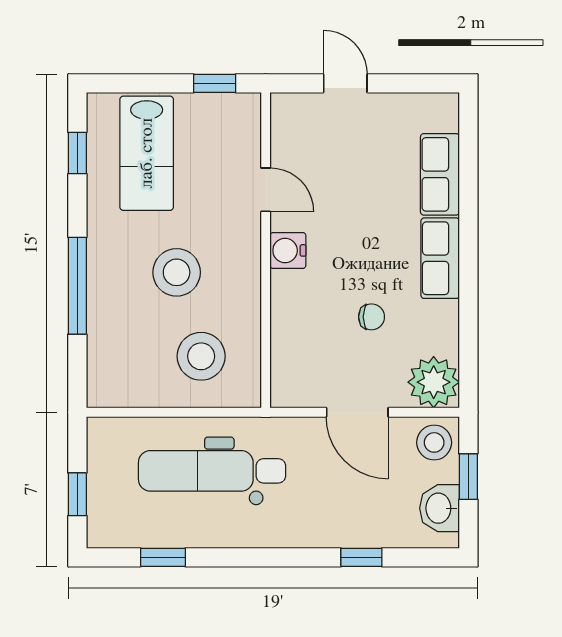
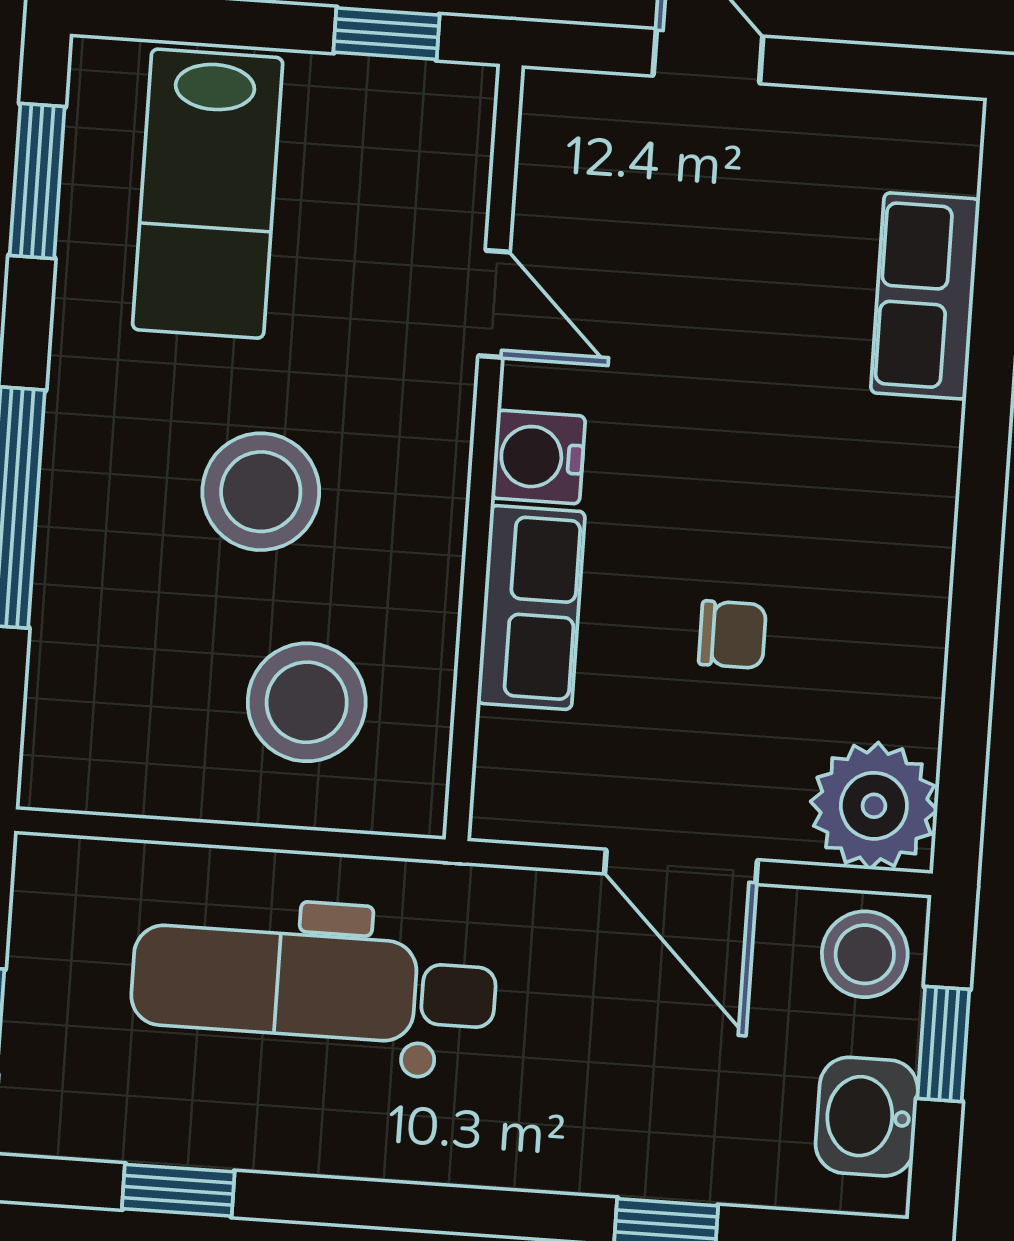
window: (77, 153) -> (37, 181), width x1.50
row of seats: (440, 258) -> (531, 607), moved, turned 180

